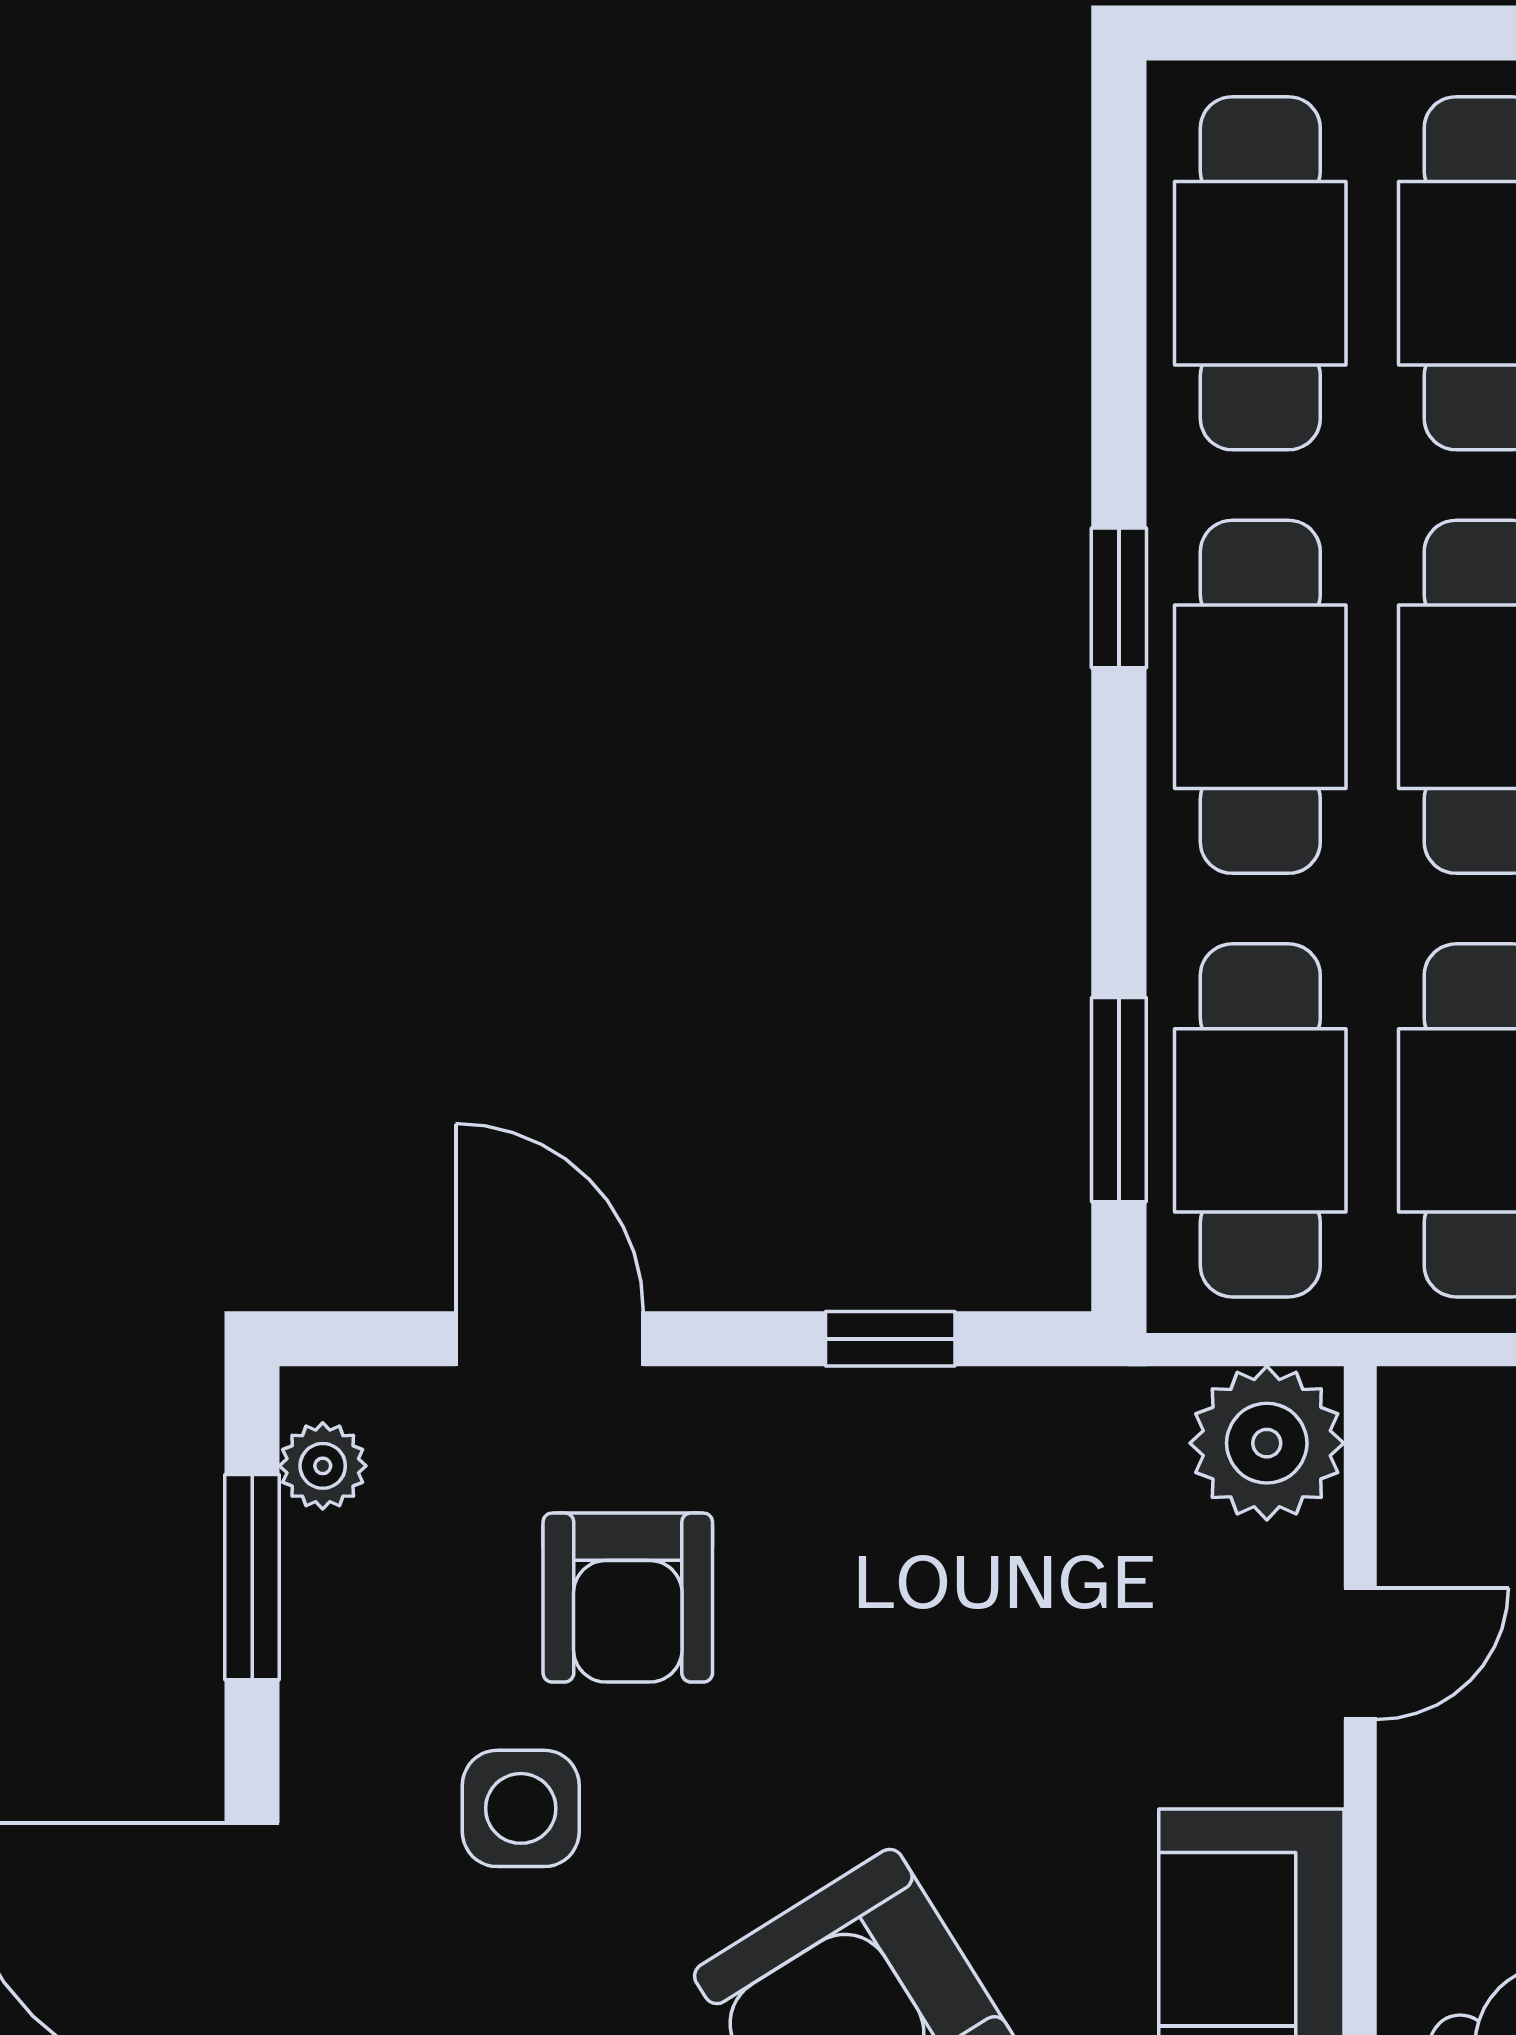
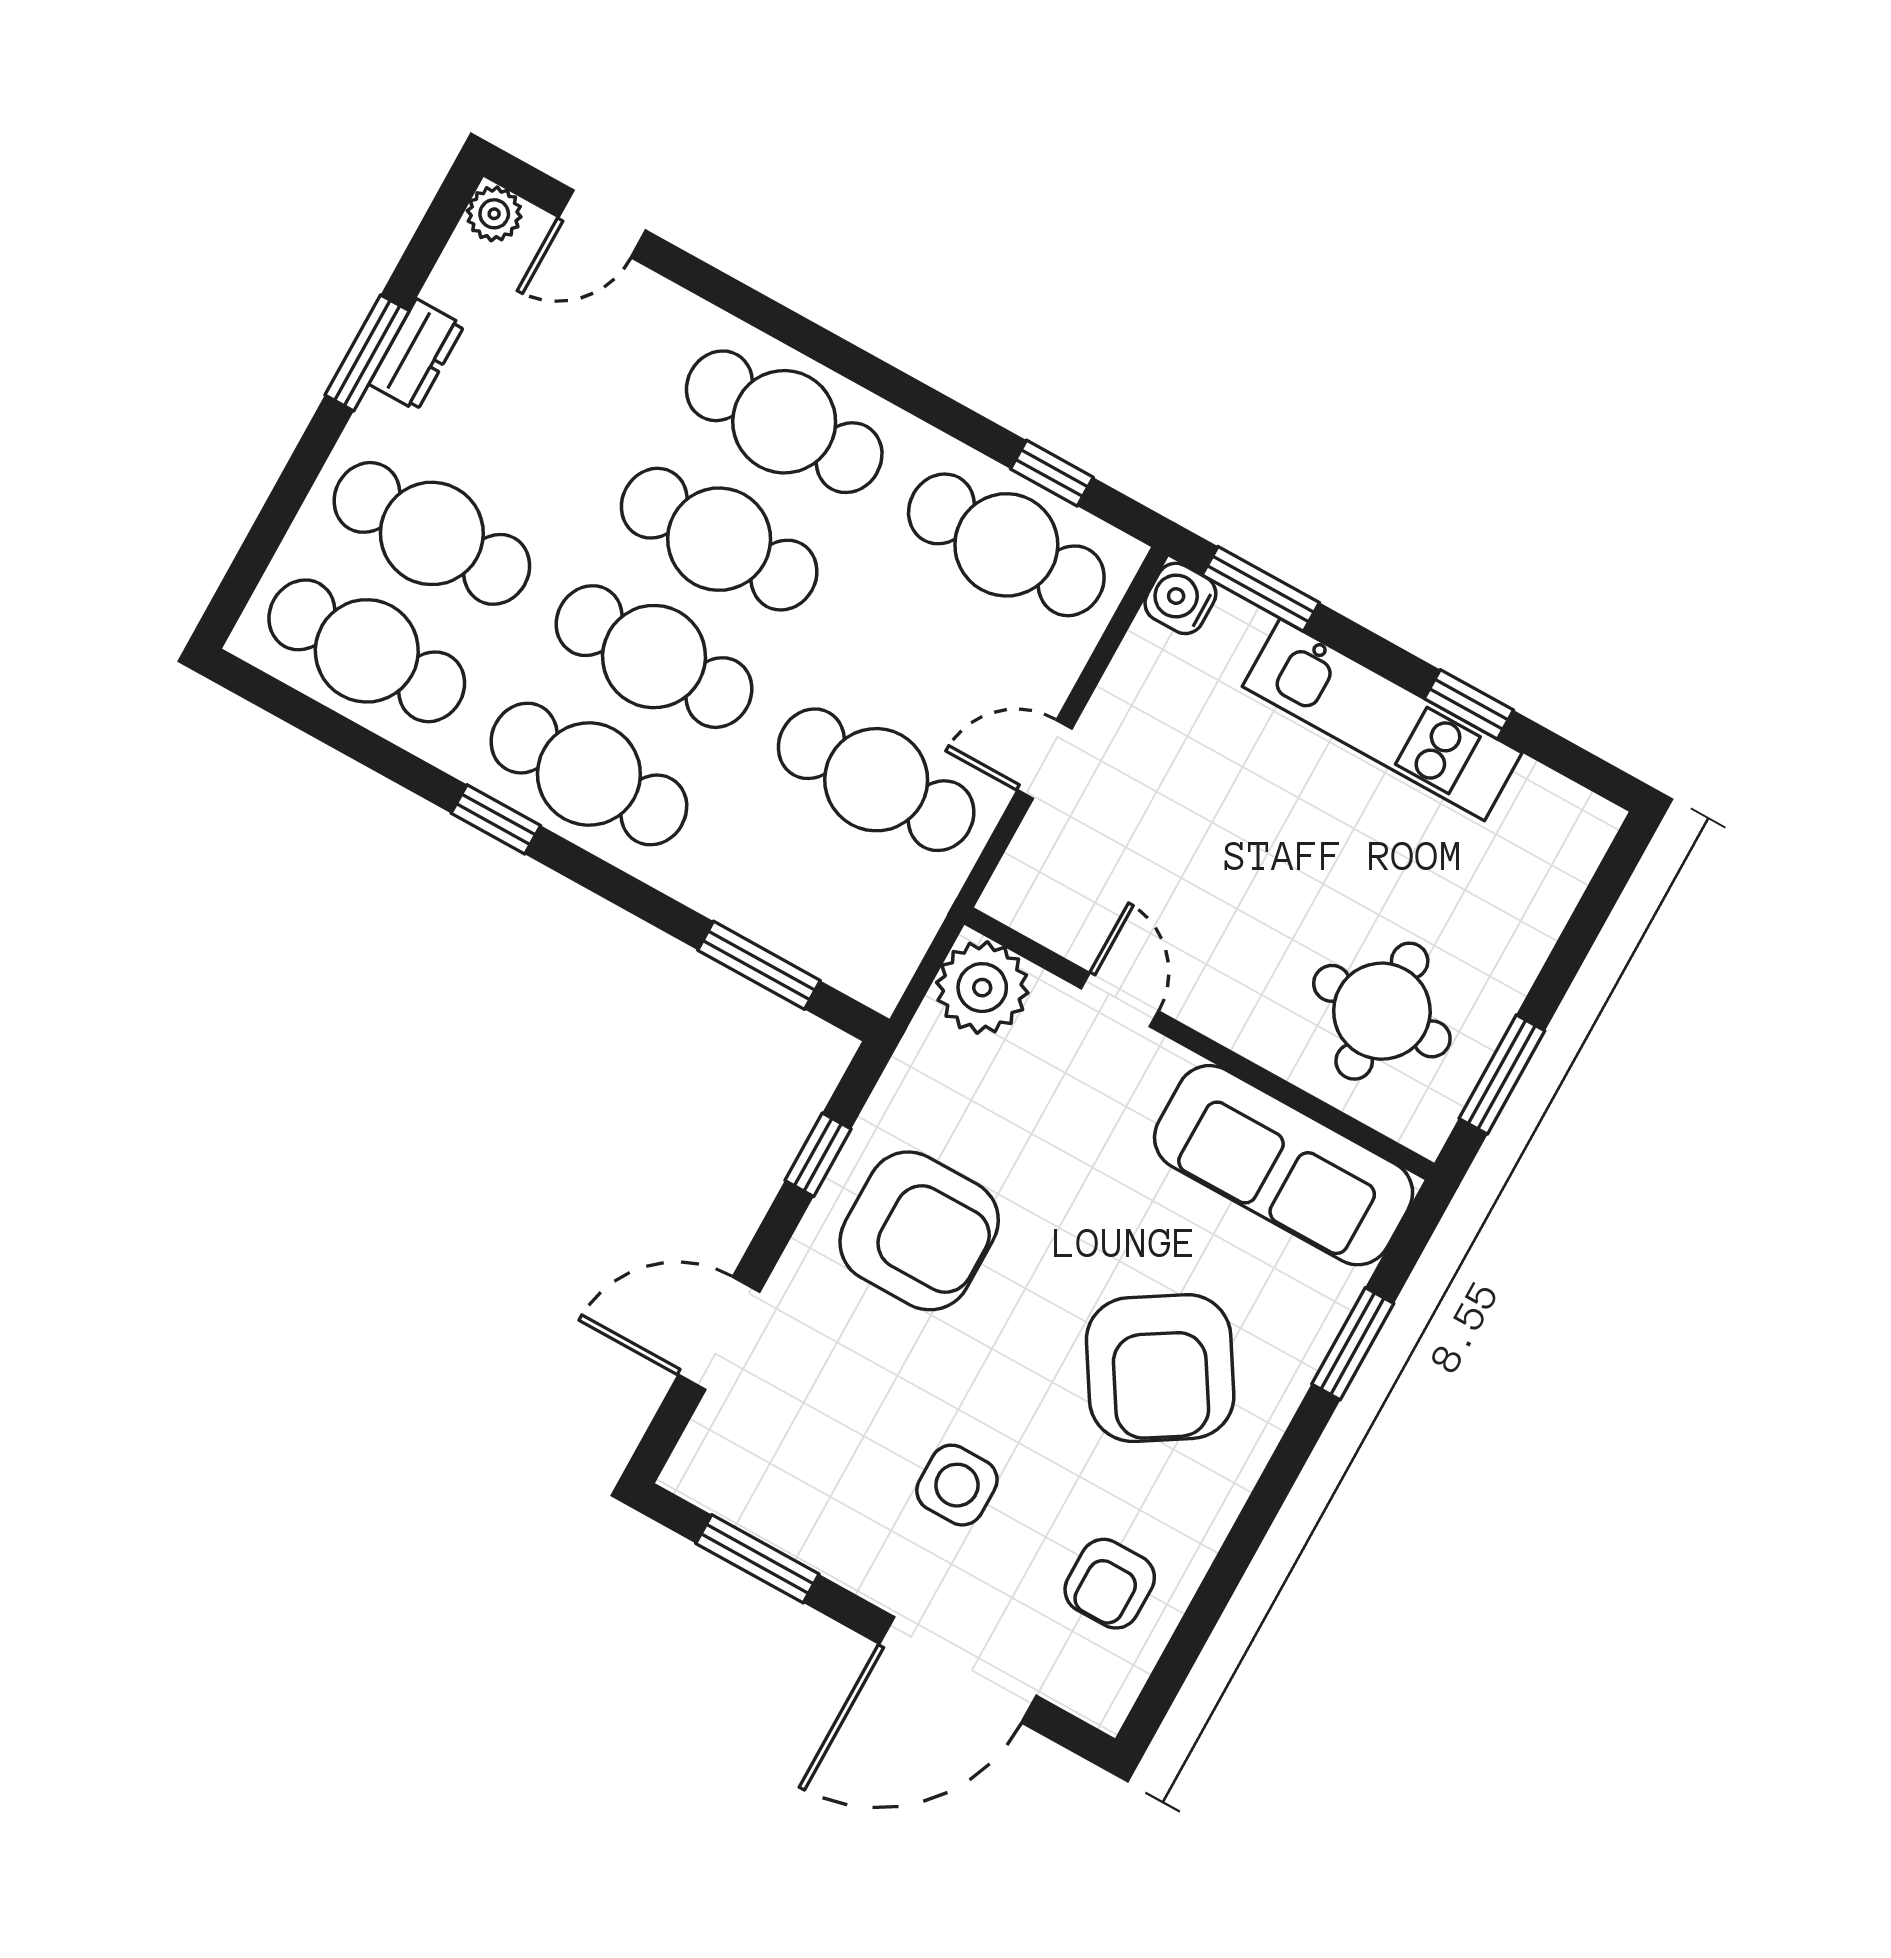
cafe table: (1260, 1120) -> (811, 897), removed
plant: (323, 1466) -> (720, 1489), removed
armchair: (628, 1598) -> (919, 1231), moved, width x1.36, depth x1.36

